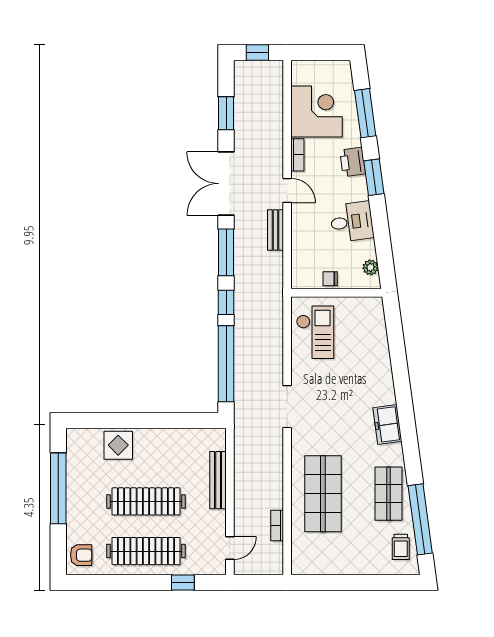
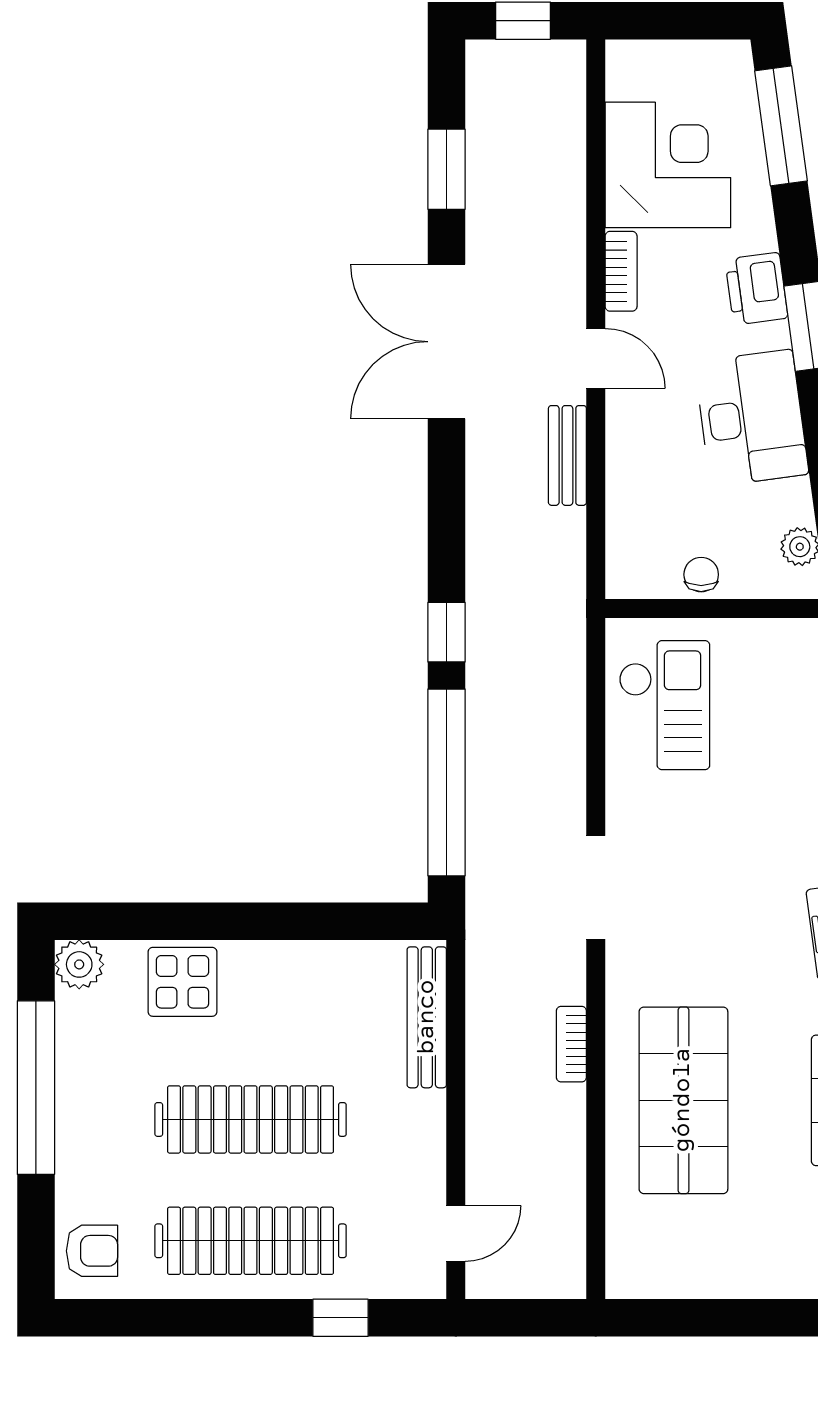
window: (365, 113) -> (781, 126), moved
desk: (352, 222) -> (752, 418), width x1.37
window: (226, 252) -> (446, 510), removed
chair: (330, 279) -> (701, 575), turned 90
plant: (76, 438) -> (79, 964), added
bench: (218, 480) -> (427, 1017), moved
bookcase: (277, 526) -> (571, 1044), moved

